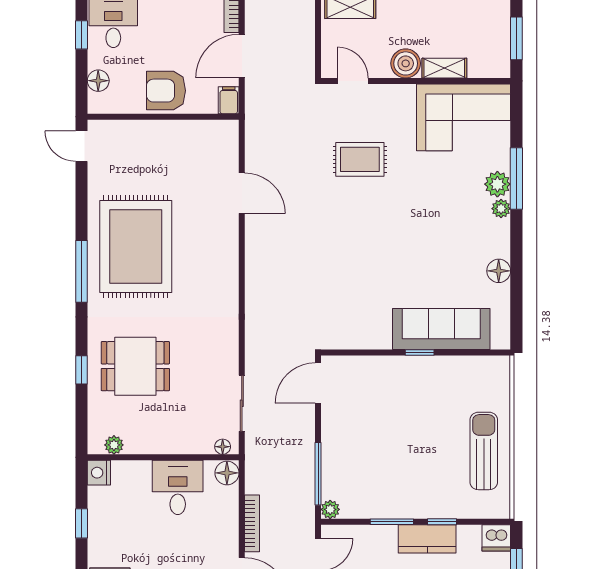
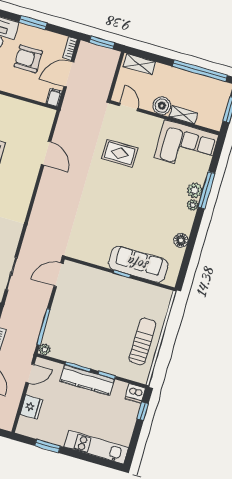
armchair: (166, 91) -> (28, 59), moved
kitchen counter: (427, 539) -> (87, 380), width x1.50

